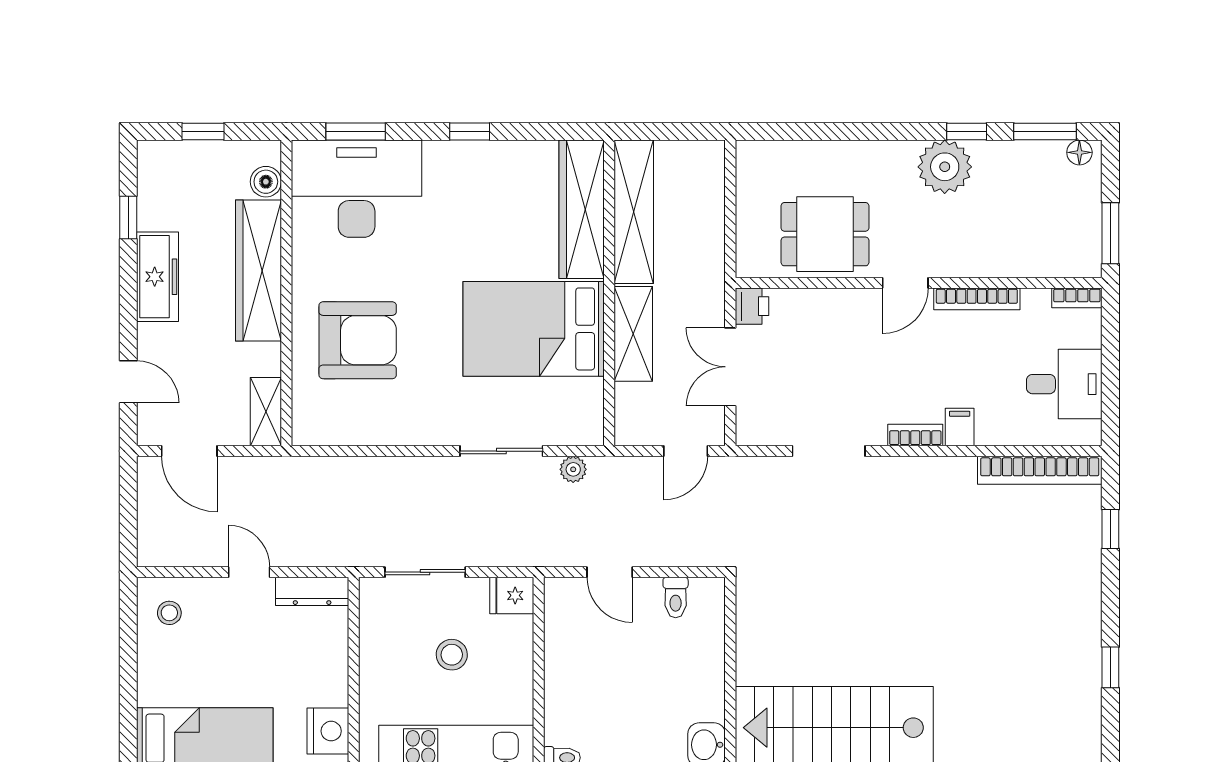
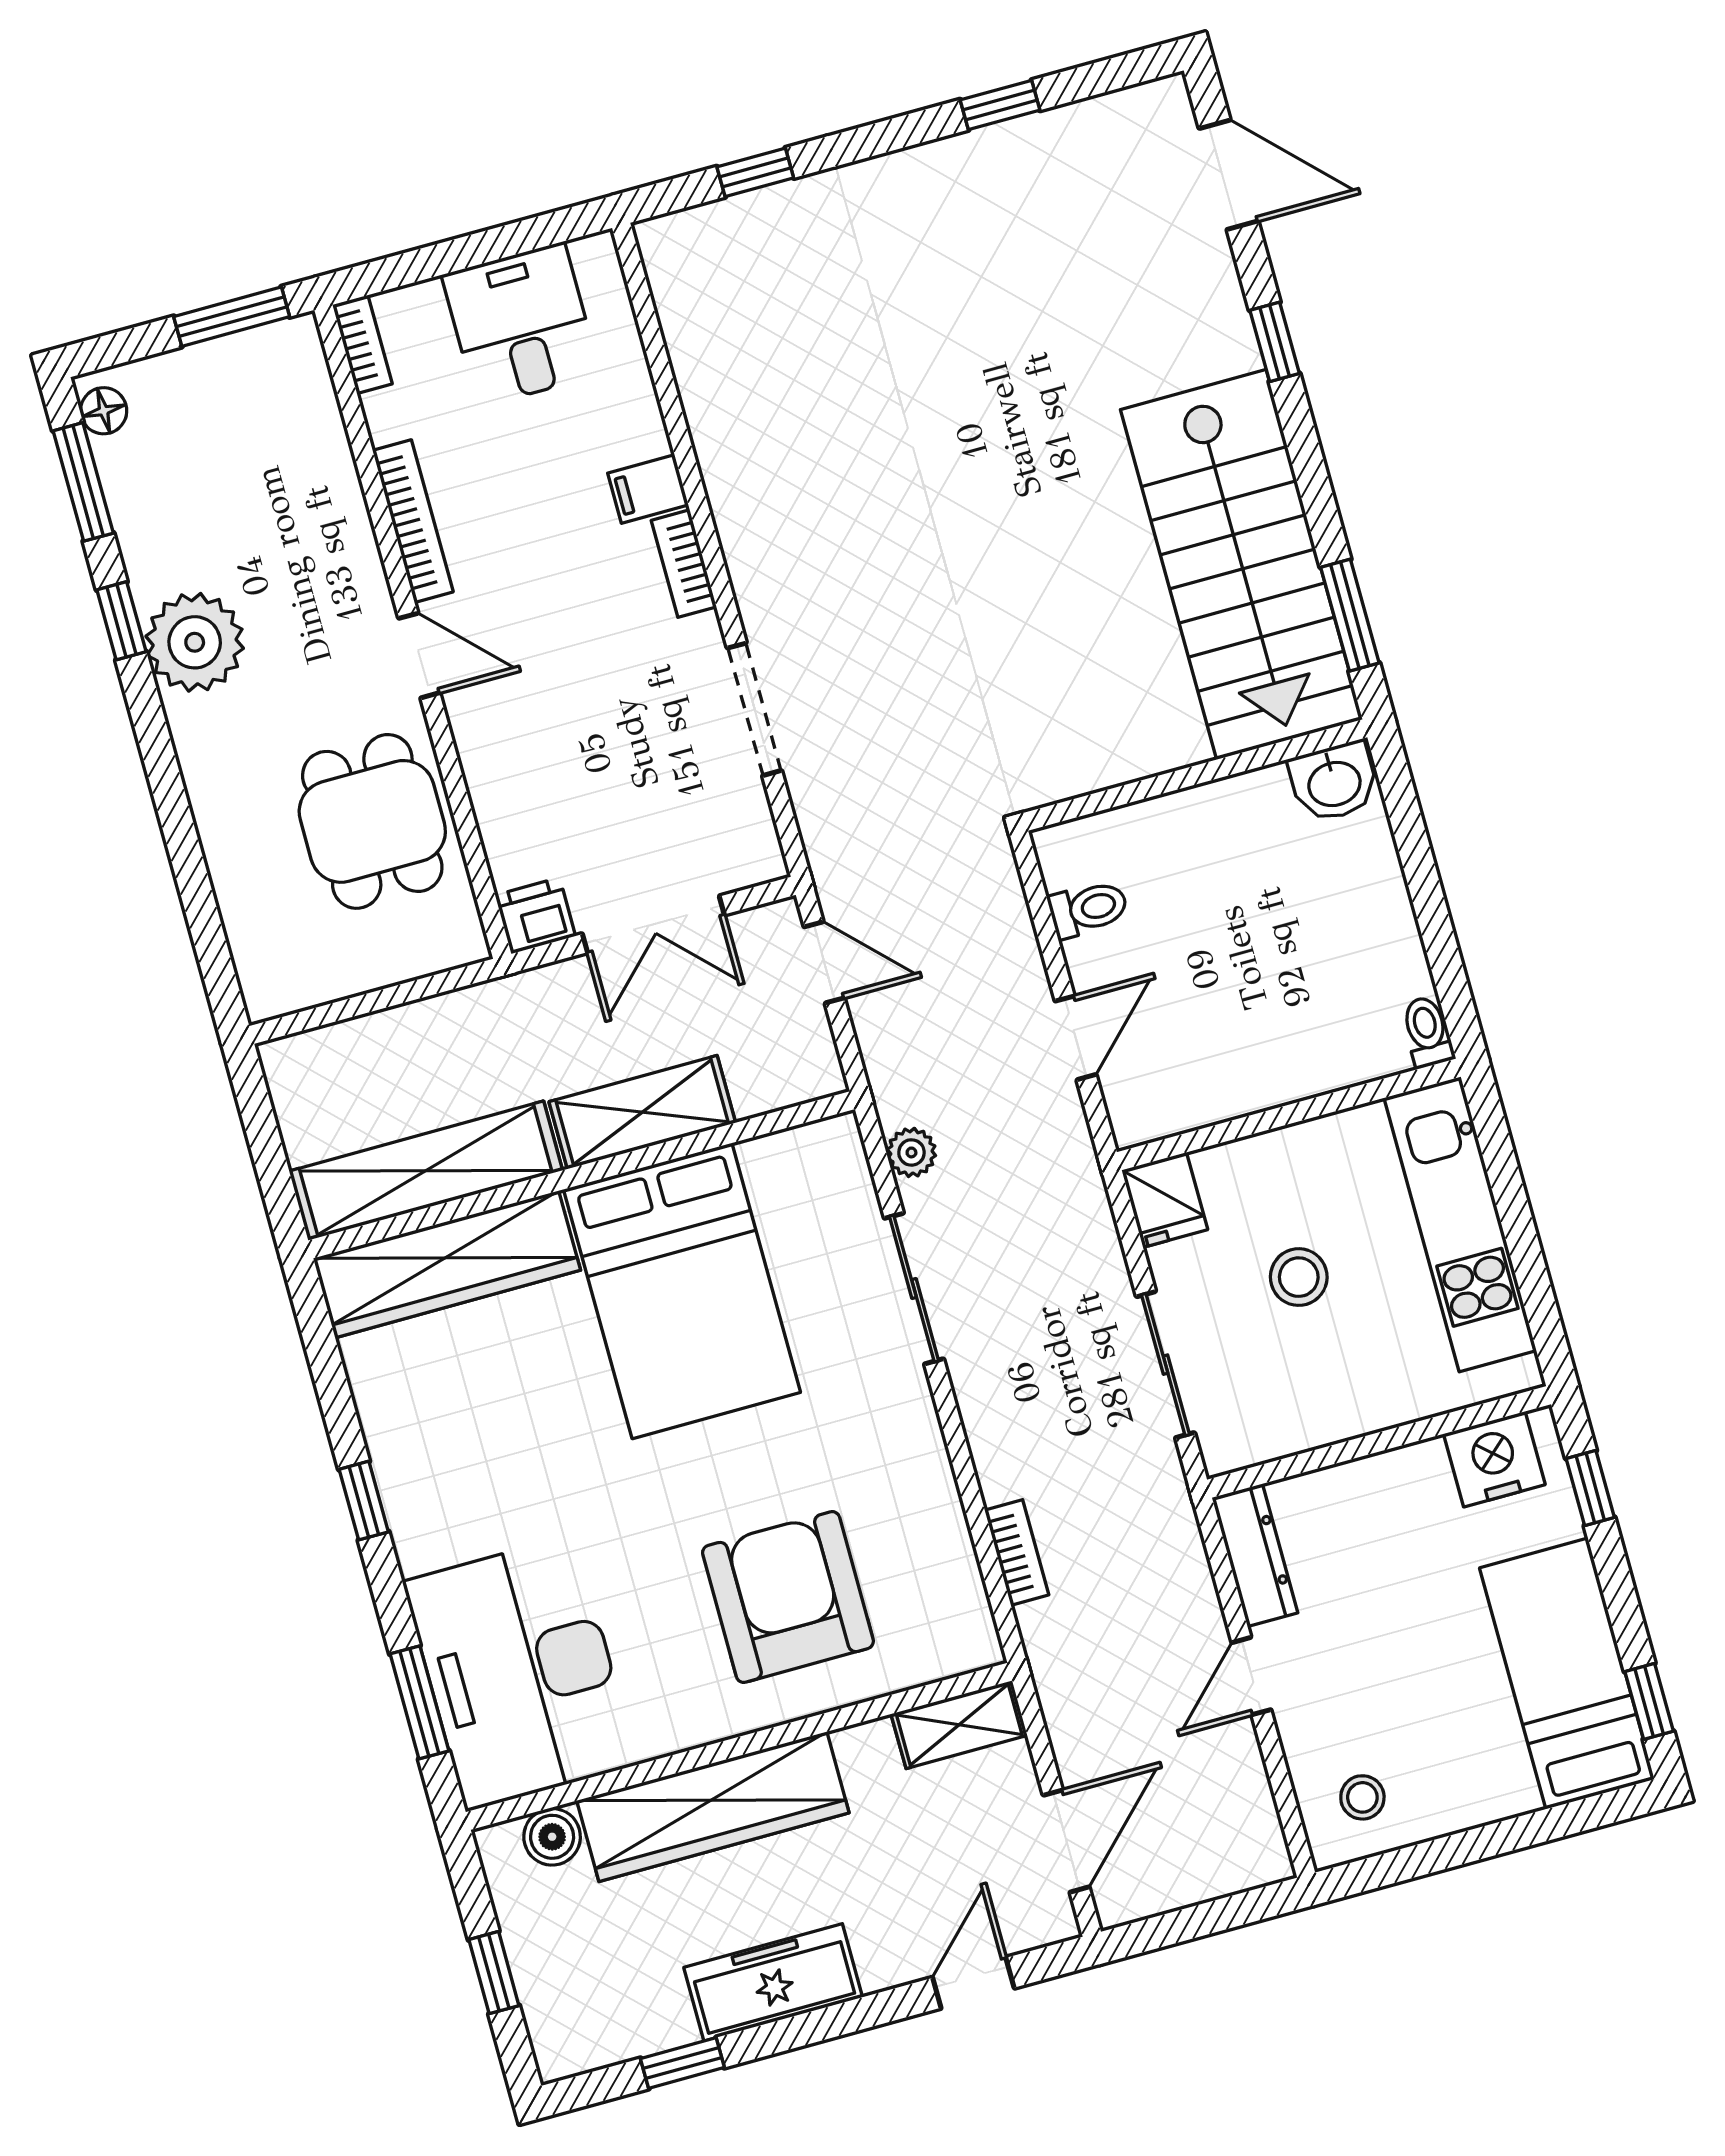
bookcase: (1040, 470) -> (1017, 1552), moved, width x0.43, depth x0.76

